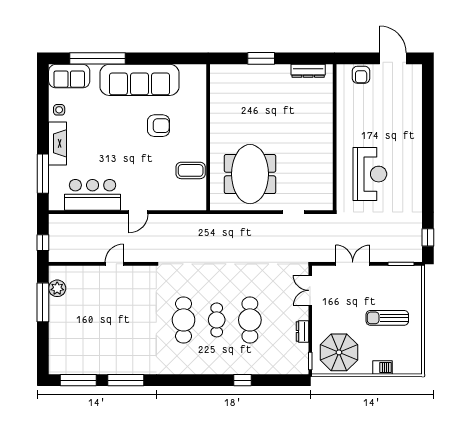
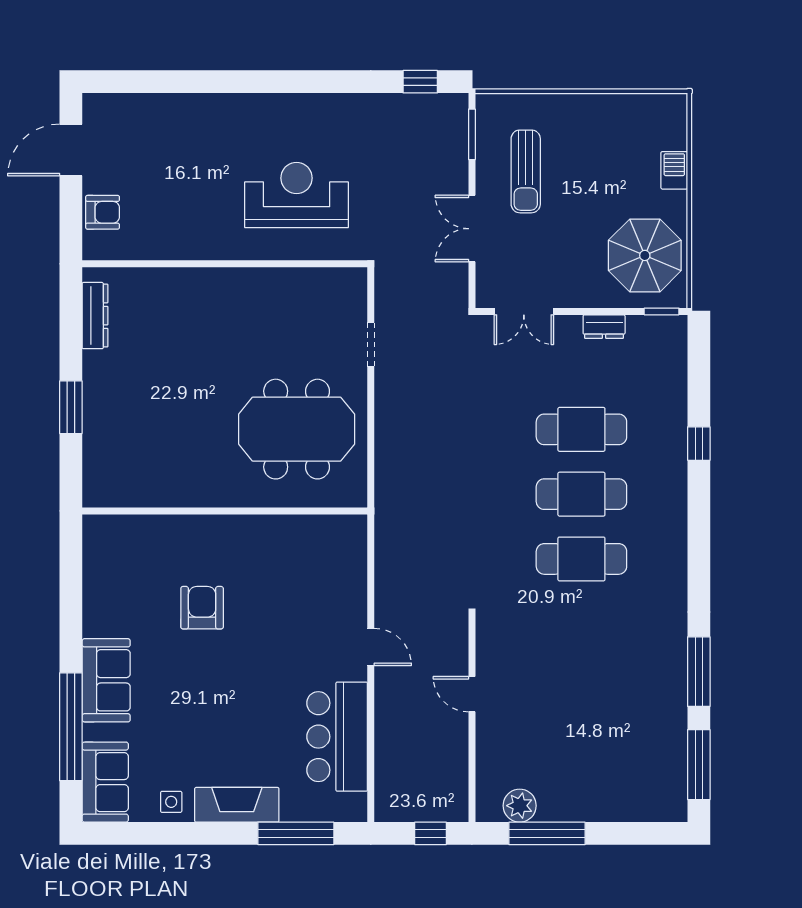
sofa: (139, 80) -> (106, 680), width x0.54, depth x0.79
coffee table: (191, 170) -> (290, 545), removed
sun lounger: (387, 318) -> (526, 171), moved
cafe table: (217, 320) -> (581, 494), width x1.37, depth x1.35

